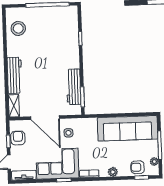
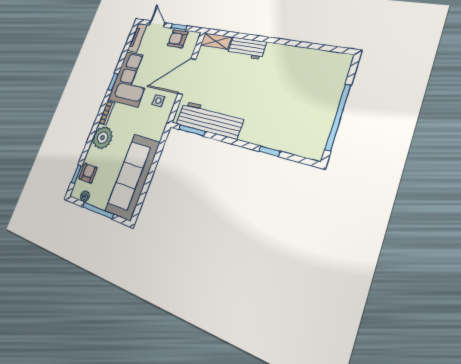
stool: (18, 28) -> (316, 67), removed
workbench: (15, 75) -> (247, 48), width x0.73
workbench: (74, 87) -> (210, 120), width x1.36, depth x1.32
armchair: (18, 138) -> (178, 39), turned 180
plant: (113, 172) -> (103, 138), width x1.88, depth x1.88

